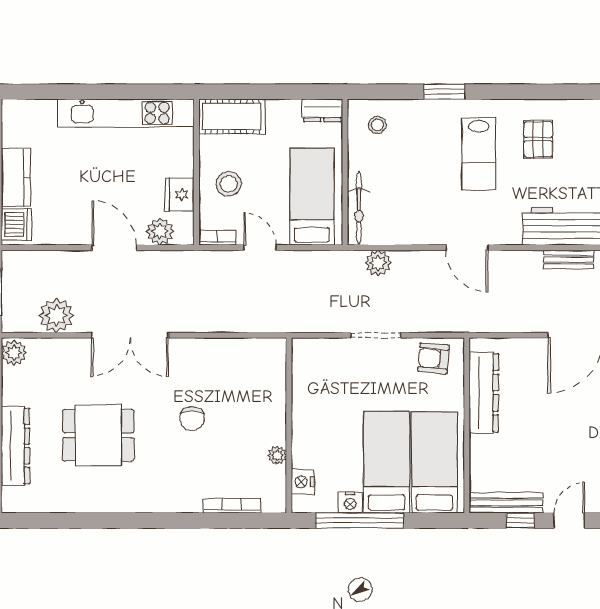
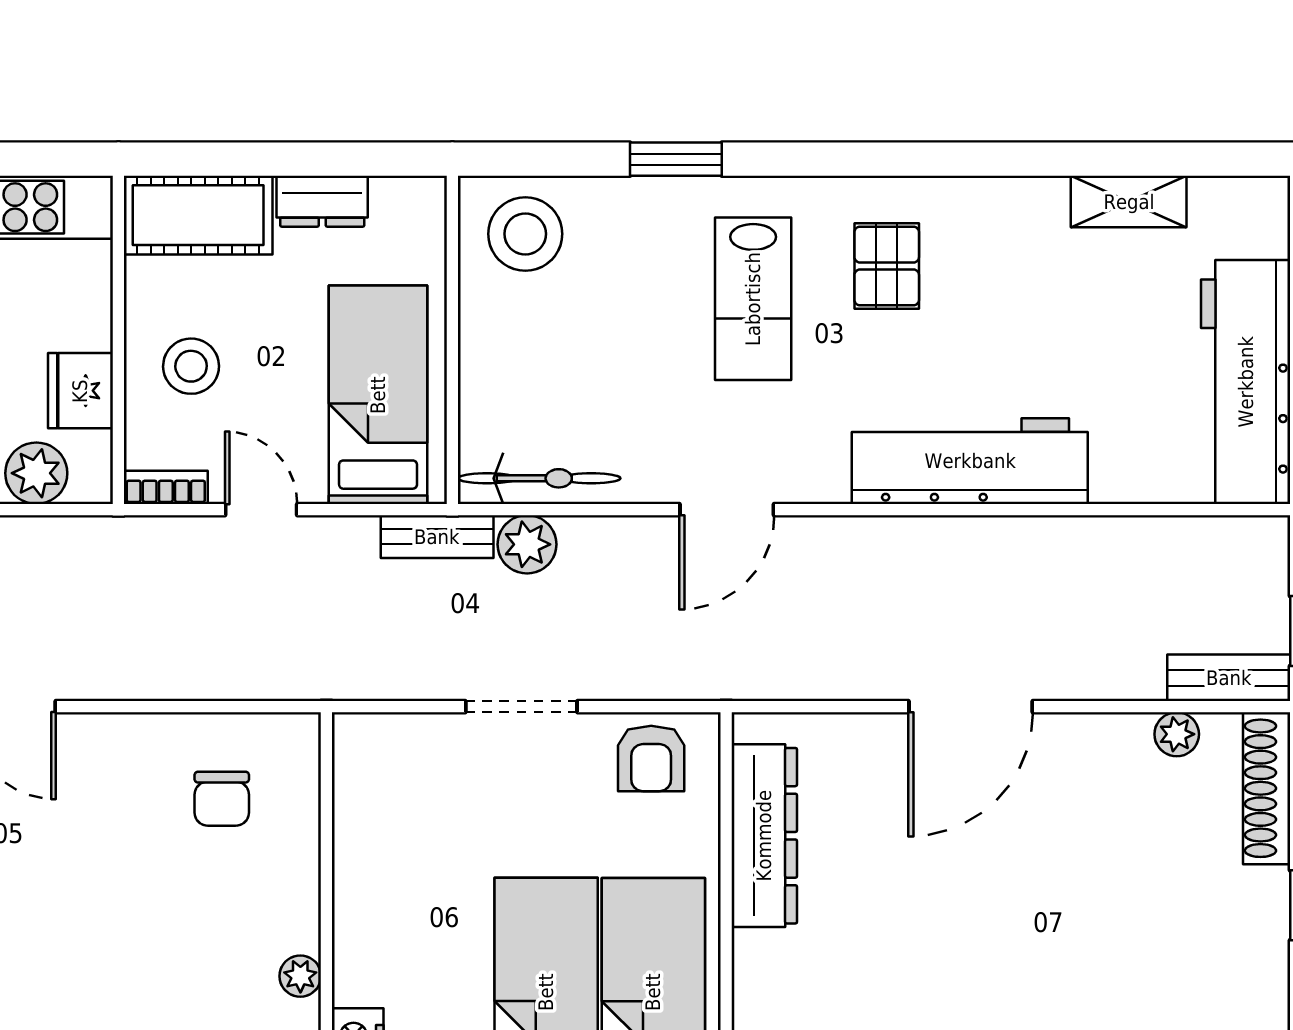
dresser: (322, 110) -> (322, 201), moved
stool: (377, 125) -> (525, 234), width x1.89, depth x1.89
bicycle: (359, 208) -> (539, 478), moved, turned -90
door: (467, 248) -> (727, 510), hinge flipped
bench: (569, 260) -> (437, 537), moved
armchair: (433, 358) -> (651, 758), turned -95
chair: (192, 419) -> (222, 799), moved

